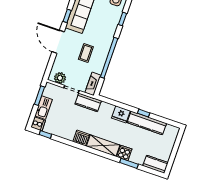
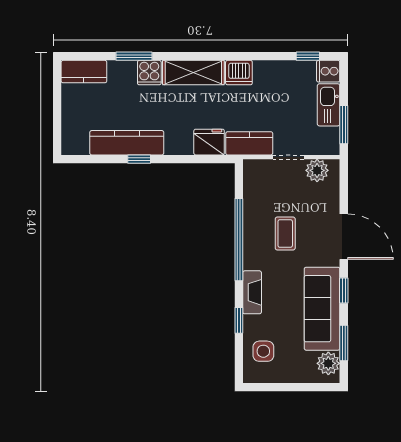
fireplace: (93, 84) -> (252, 292), moved
fridge: (121, 114) -> (209, 142), moved

